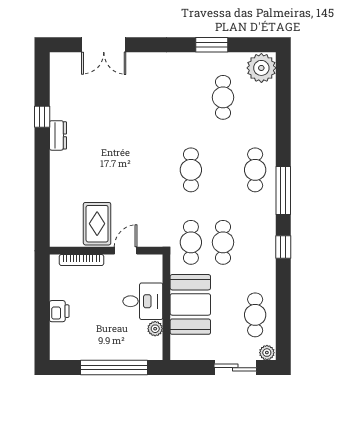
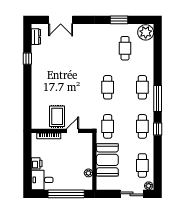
dresser: (58, 135) -> (36, 37), moved
cafe table: (223, 242) -> (142, 126), moved
desk: (143, 301) -> (42, 180), moved, turned 180

